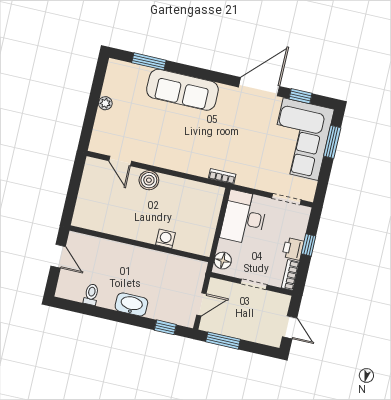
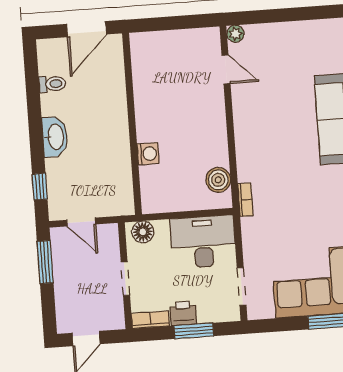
plant: (105, 103) -> (235, 34), moved
door: (120, 161) -> (226, 69), swing flipped
boiler: (149, 180) -> (218, 180), moved
window: (309, 245) -> (194, 331), width x1.50
door: (58, 256) -> (87, 29), width x1.38

